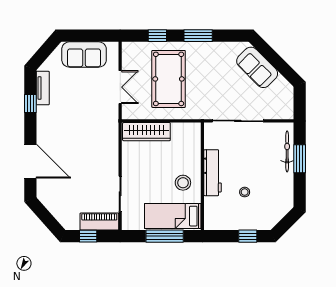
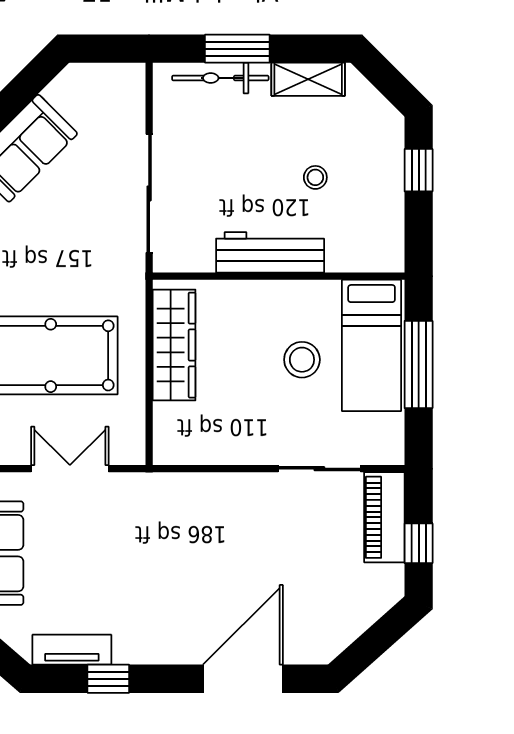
wardrobe: (146, 132) -> (174, 345), moved
stool: (183, 183) -> (302, 360), moved
shelving: (287, 189) -> (308, 79), added

